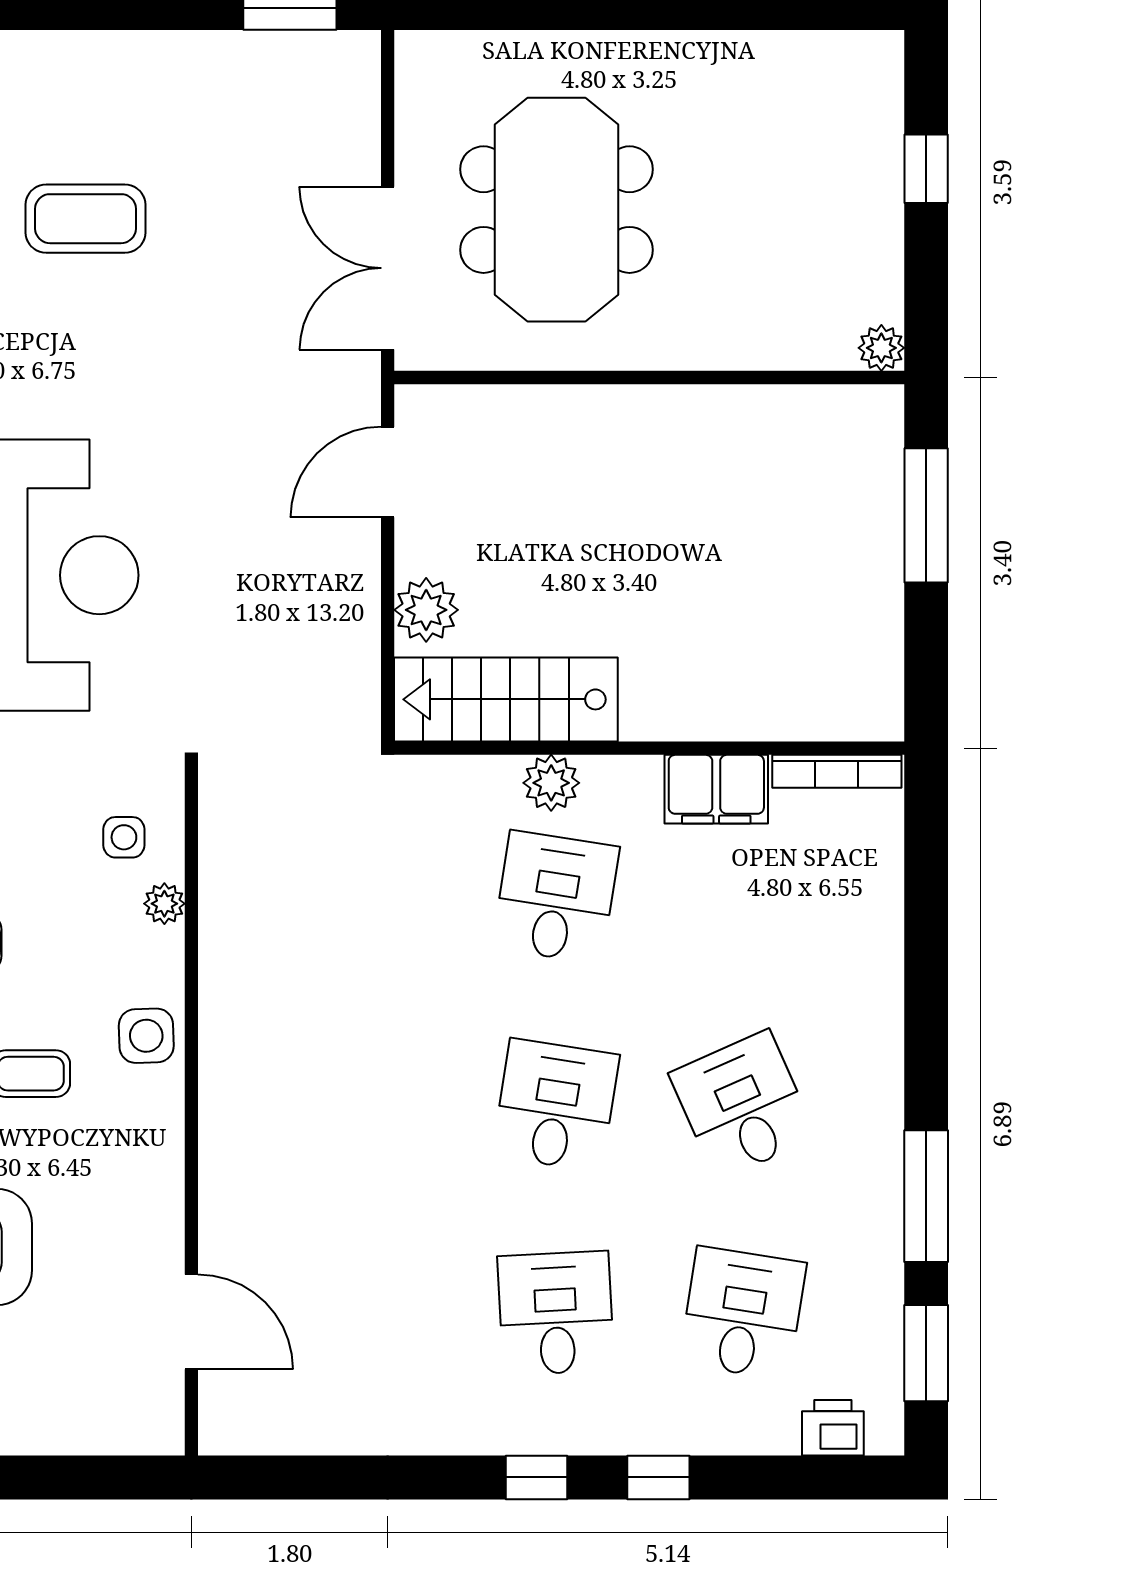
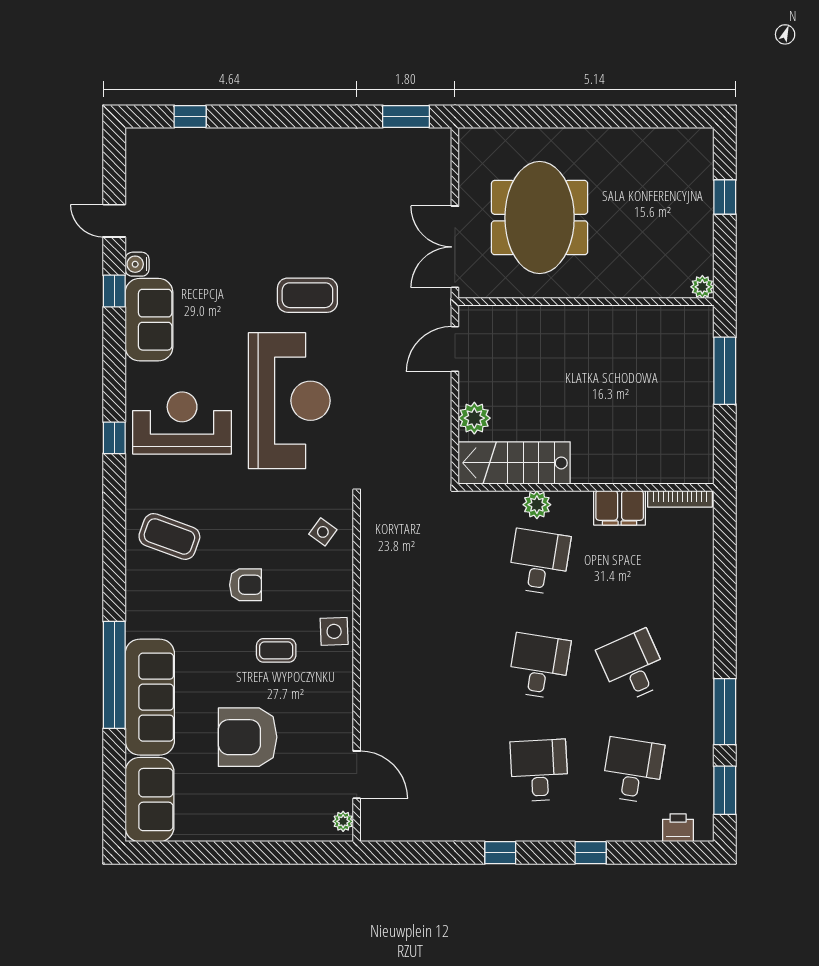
coffee table: (86, 219) -> (307, 295), moved
side table: (124, 837) -> (323, 532), turned 36
plant: (164, 904) -> (343, 821), moved
window: (536, 1477) -> (500, 853), moved

